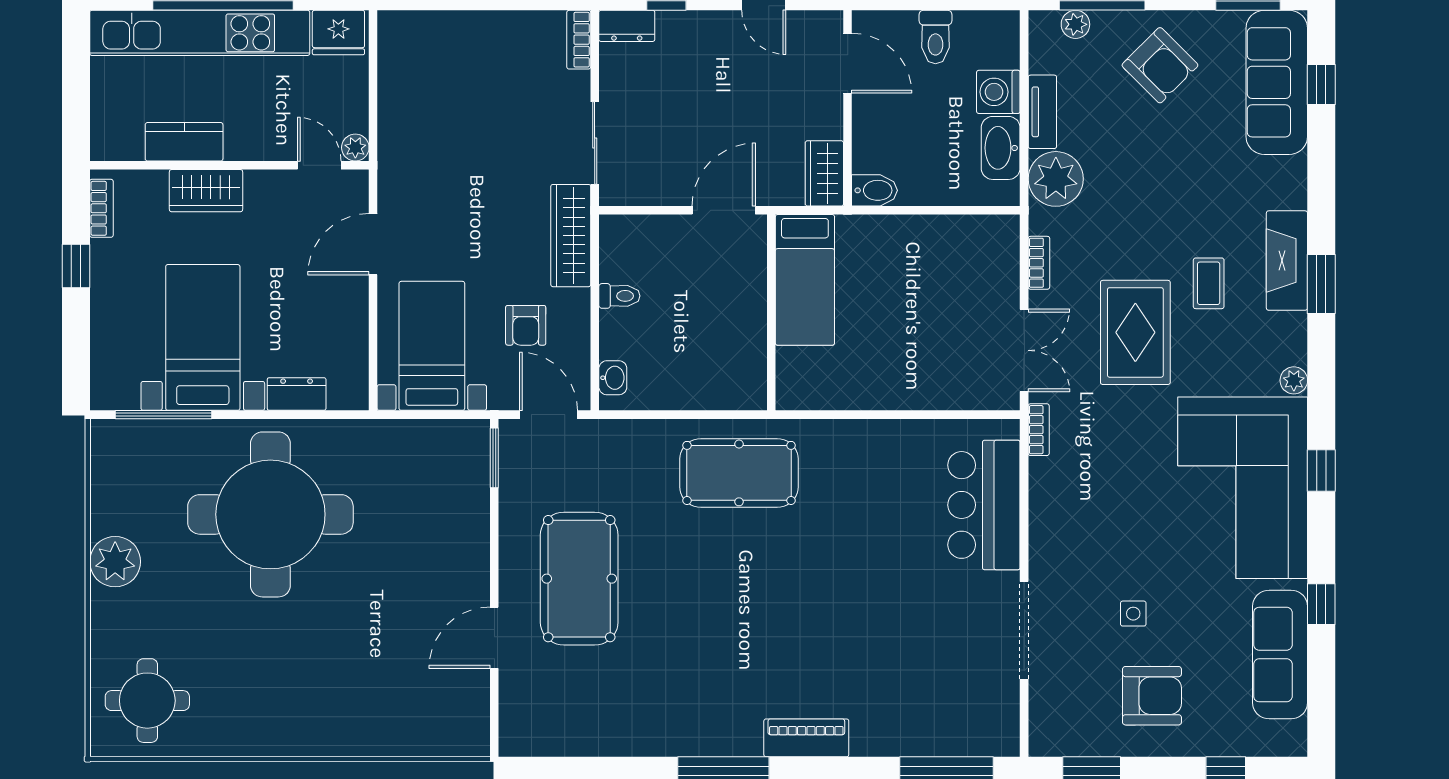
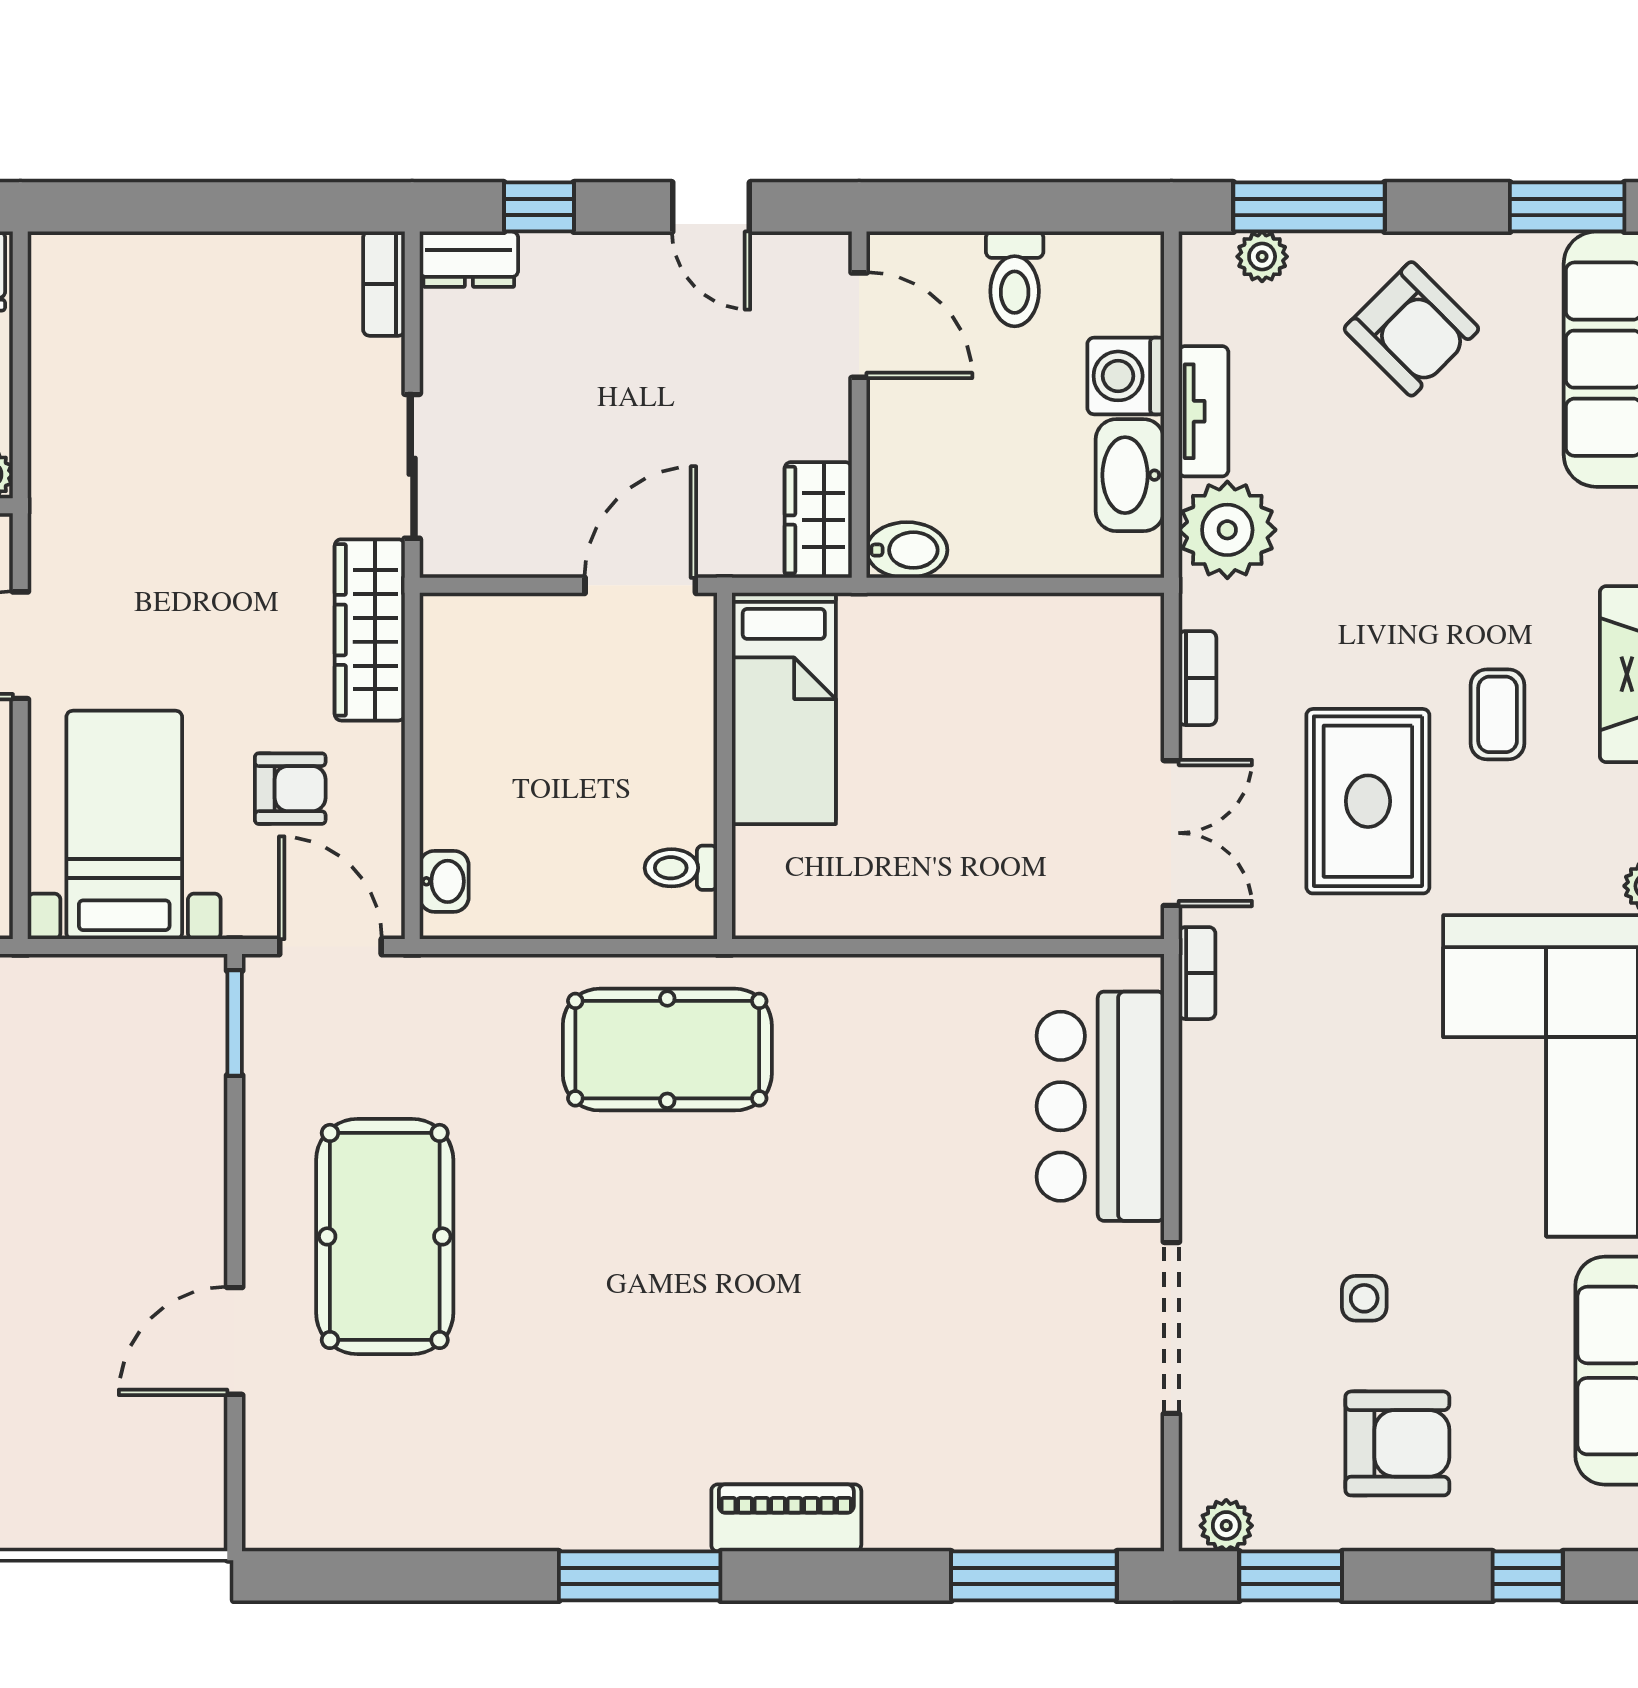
toilet: (619, 296) -> (681, 868), moved, turned 180
armchair: (526, 325) -> (290, 789), turned -90
plant: (1055, 742) -> (1226, 1526), added

